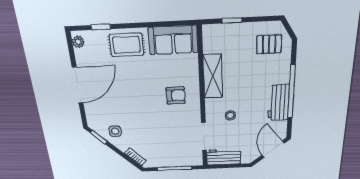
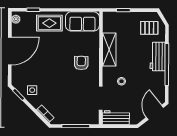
armchair: (176, 95) -> (81, 63), turned -90
workbench: (279, 103) -> (158, 57), moved

